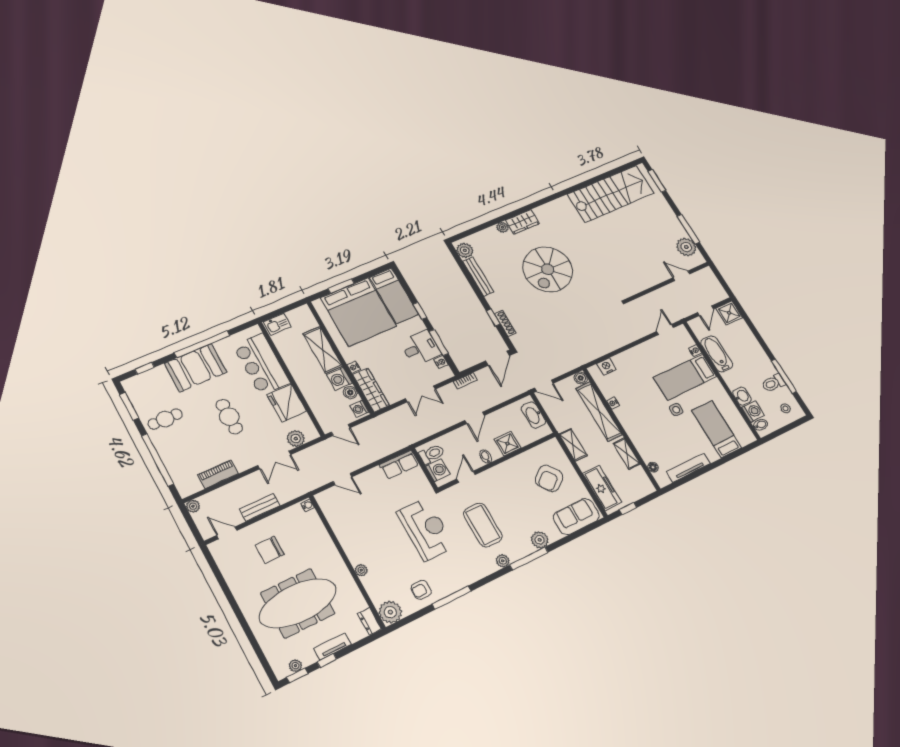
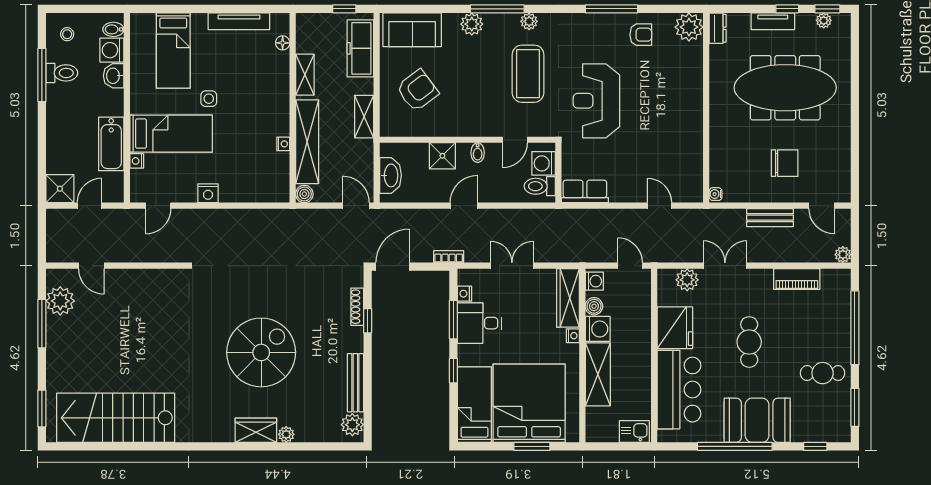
nightstand: (607, 366) -> (208, 193), moved
plant: (361, 570) -> (696, 90), removed

